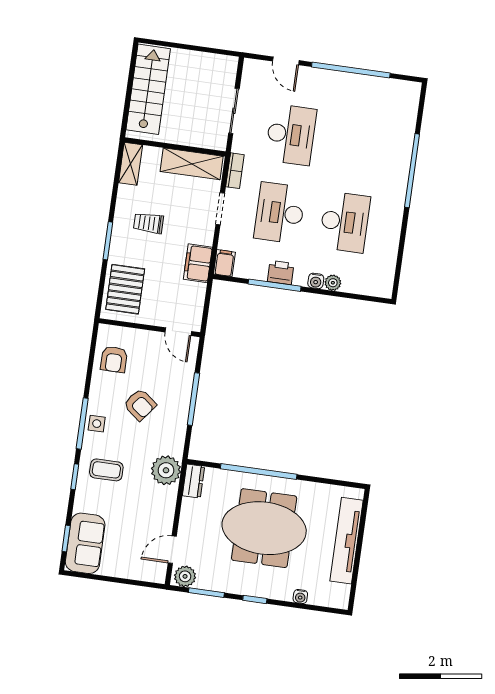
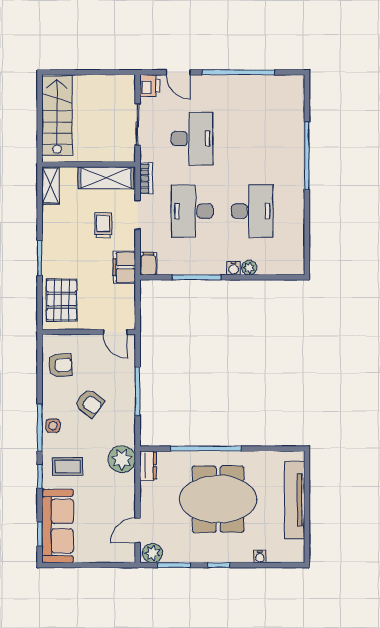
trolley: (148, 223) -> (103, 225), moved, turned 90
printer: (281, 273) -> (150, 86), moved, turned 90
armchair: (114, 359) -> (60, 365), turned -93
sofa: (85, 543) -> (58, 526), width x1.36

